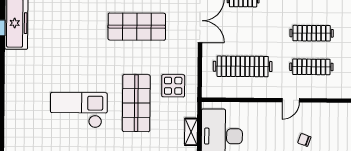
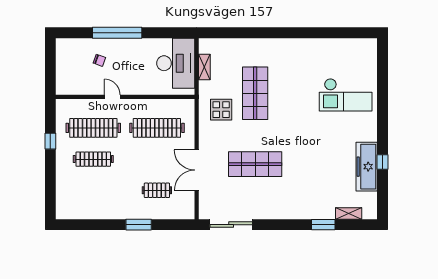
clothes rail: (311, 67) -> (93, 128), width x1.37, depth x1.31
door: (291, 100) -> (112, 97), hinge flipped
checkout: (79, 110) -> (346, 95), moved

